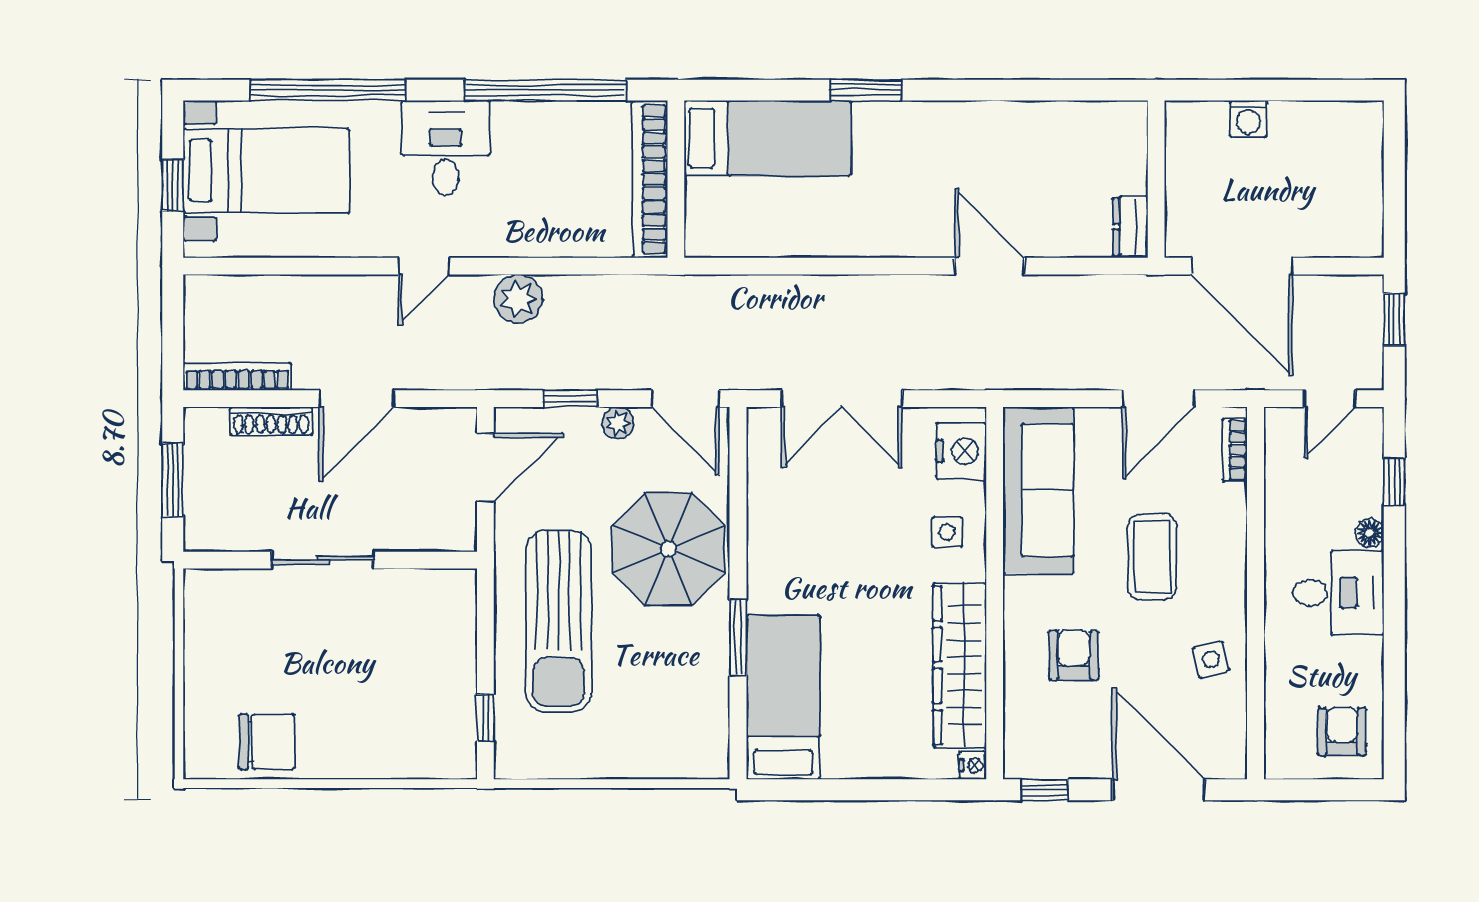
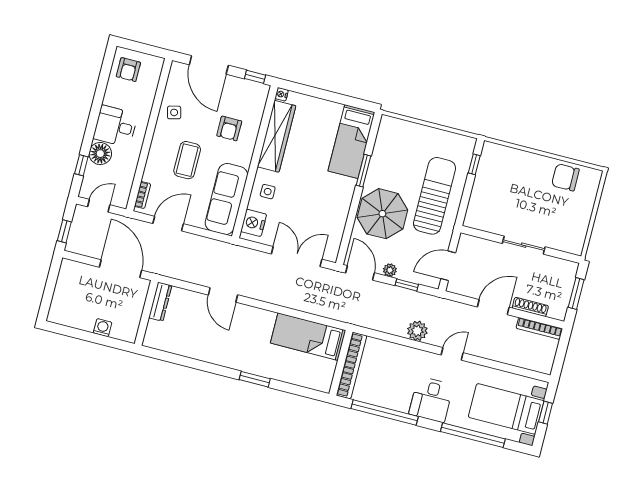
bed: (768, 138) -> (308, 337), moved
dresser: (1130, 227) -> (160, 302), width x1.44
floor lamp: (1370, 533) -> (100, 154), width x1.89, depth x1.89

